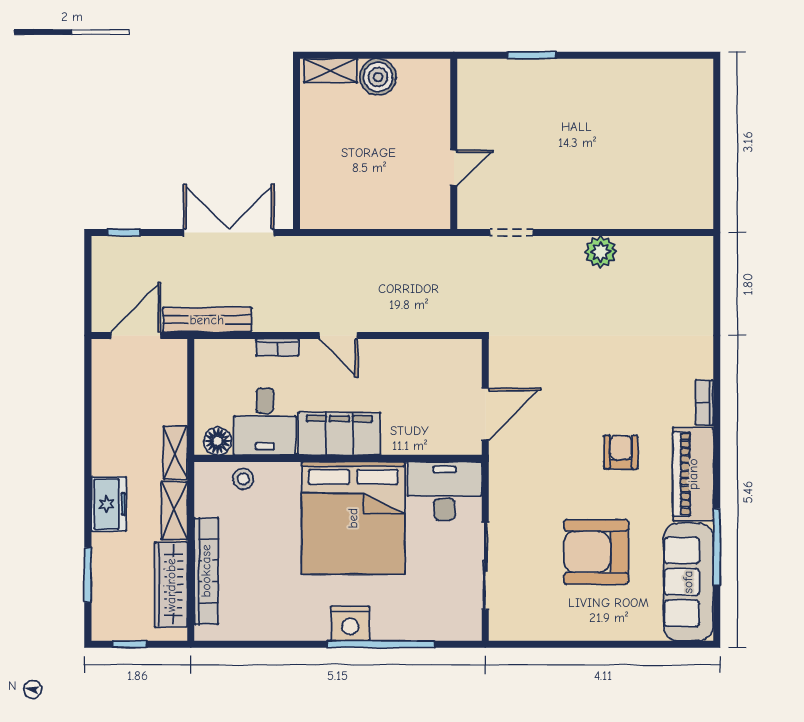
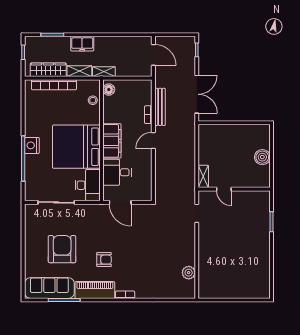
shelving: (331, 71) -> (203, 176), moved
plant: (601, 252) -> (189, 273), moved
bench: (207, 320) -> (160, 107), moved
desk: (265, 421) -> (117, 172), moved

